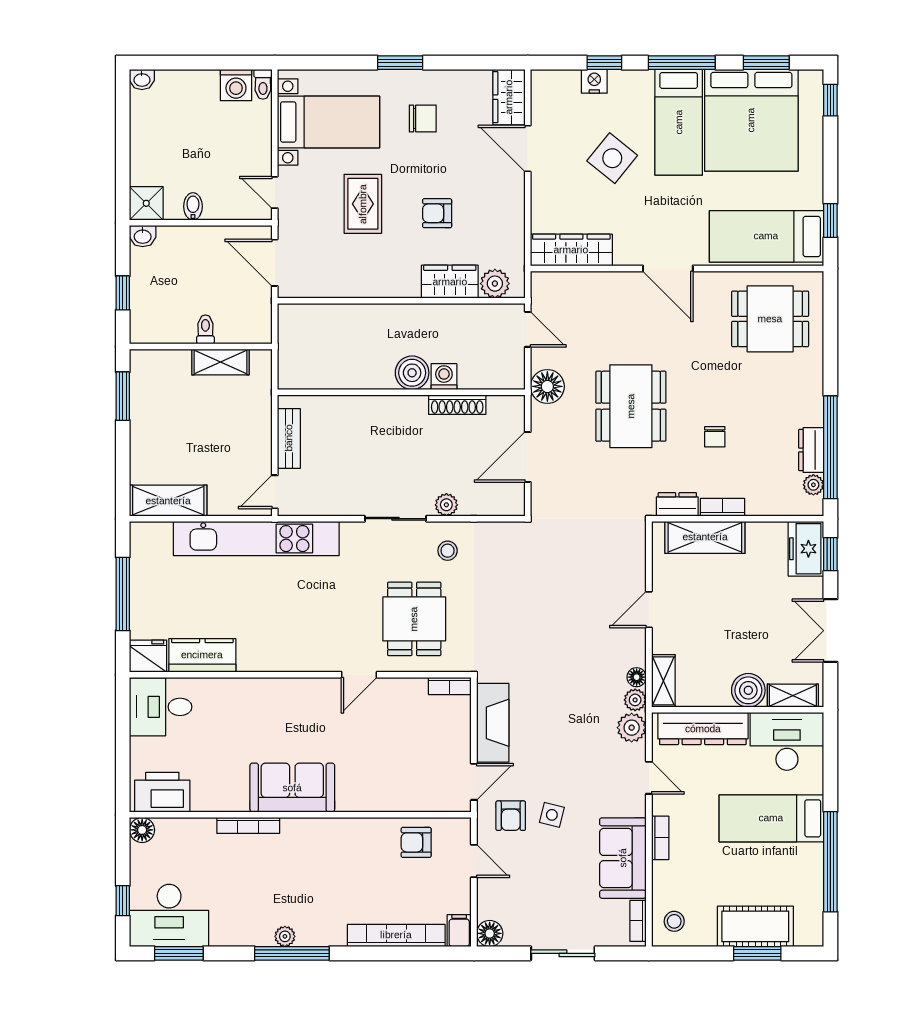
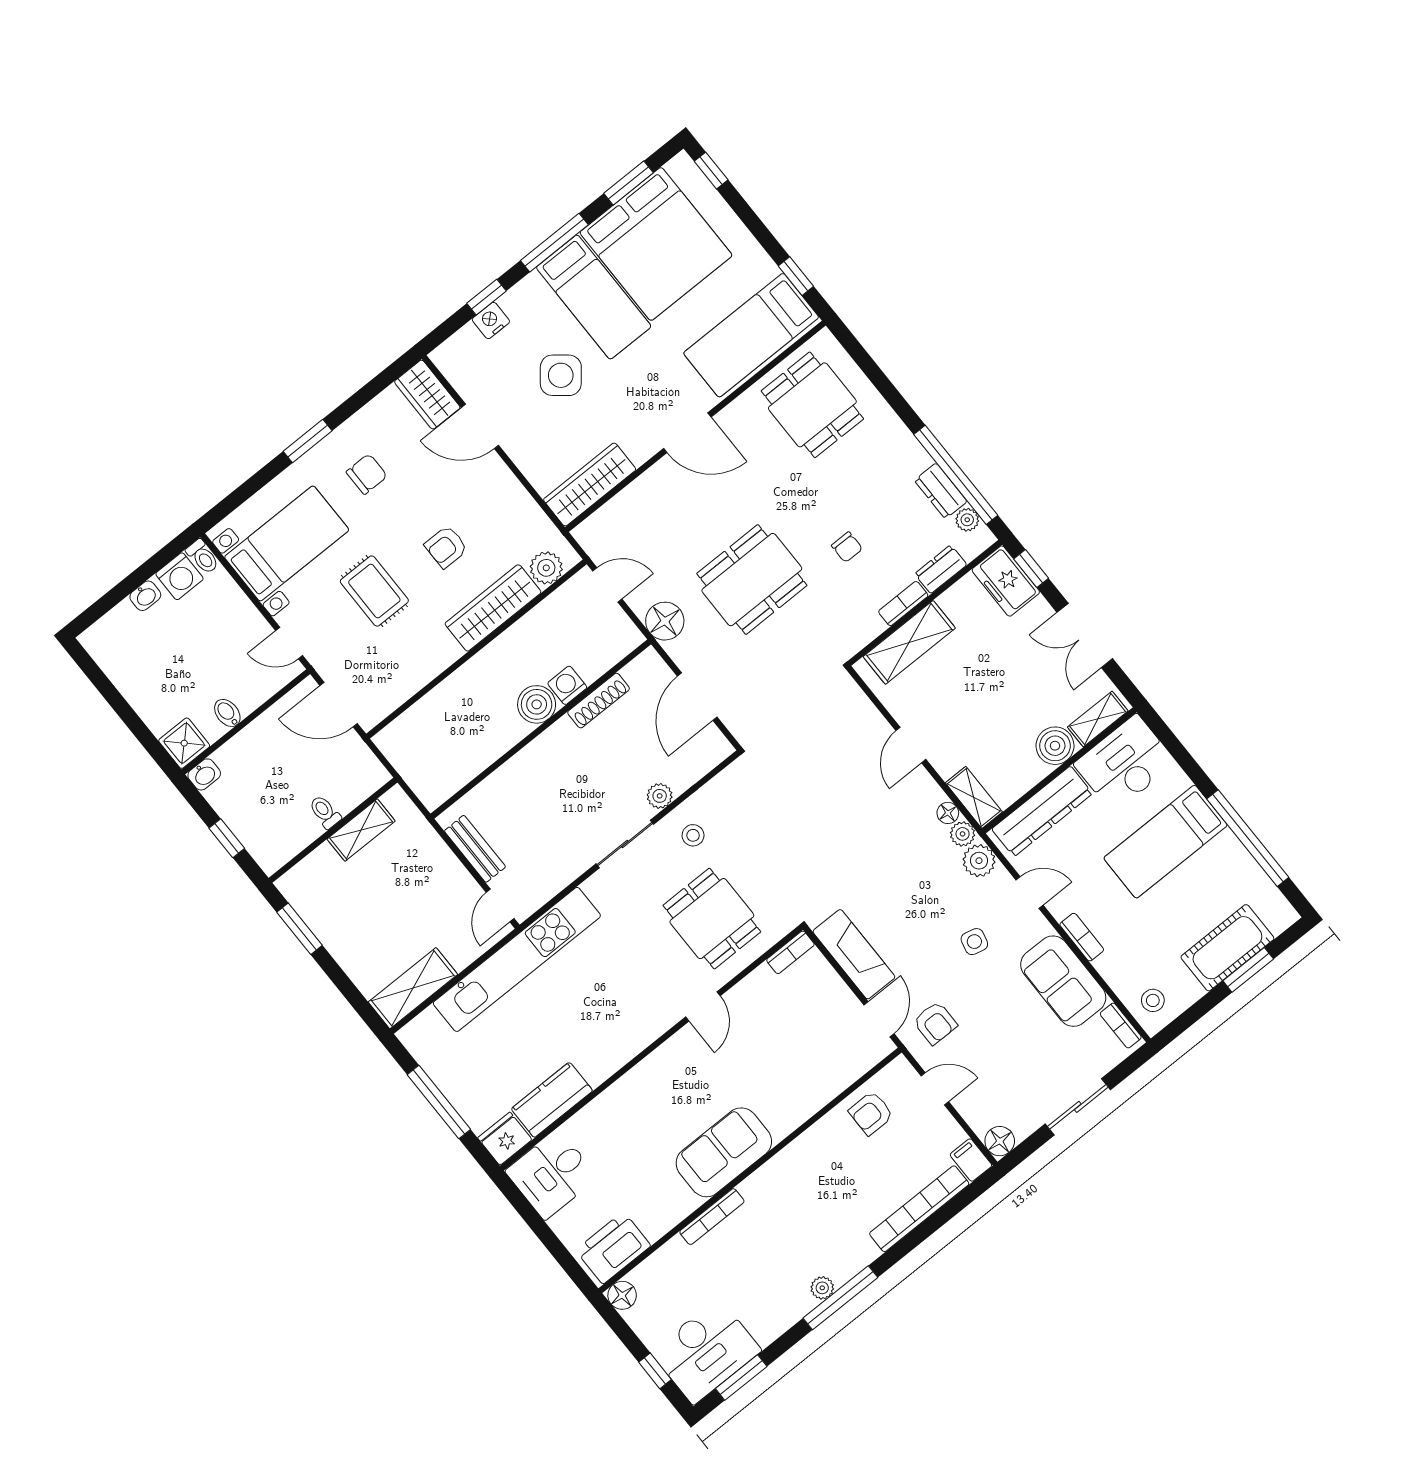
washbasin: (142, 79) -> (145, 596), moved
wardrobe: (450, 282) -> (493, 608), width x1.50
dining table: (770, 319) -> (812, 405), turned 90
dining table: (631, 406) -> (752, 580), turned 90
dresser: (677, 504) -> (941, 569), moved
side table: (552, 815) -> (974, 942), moved

